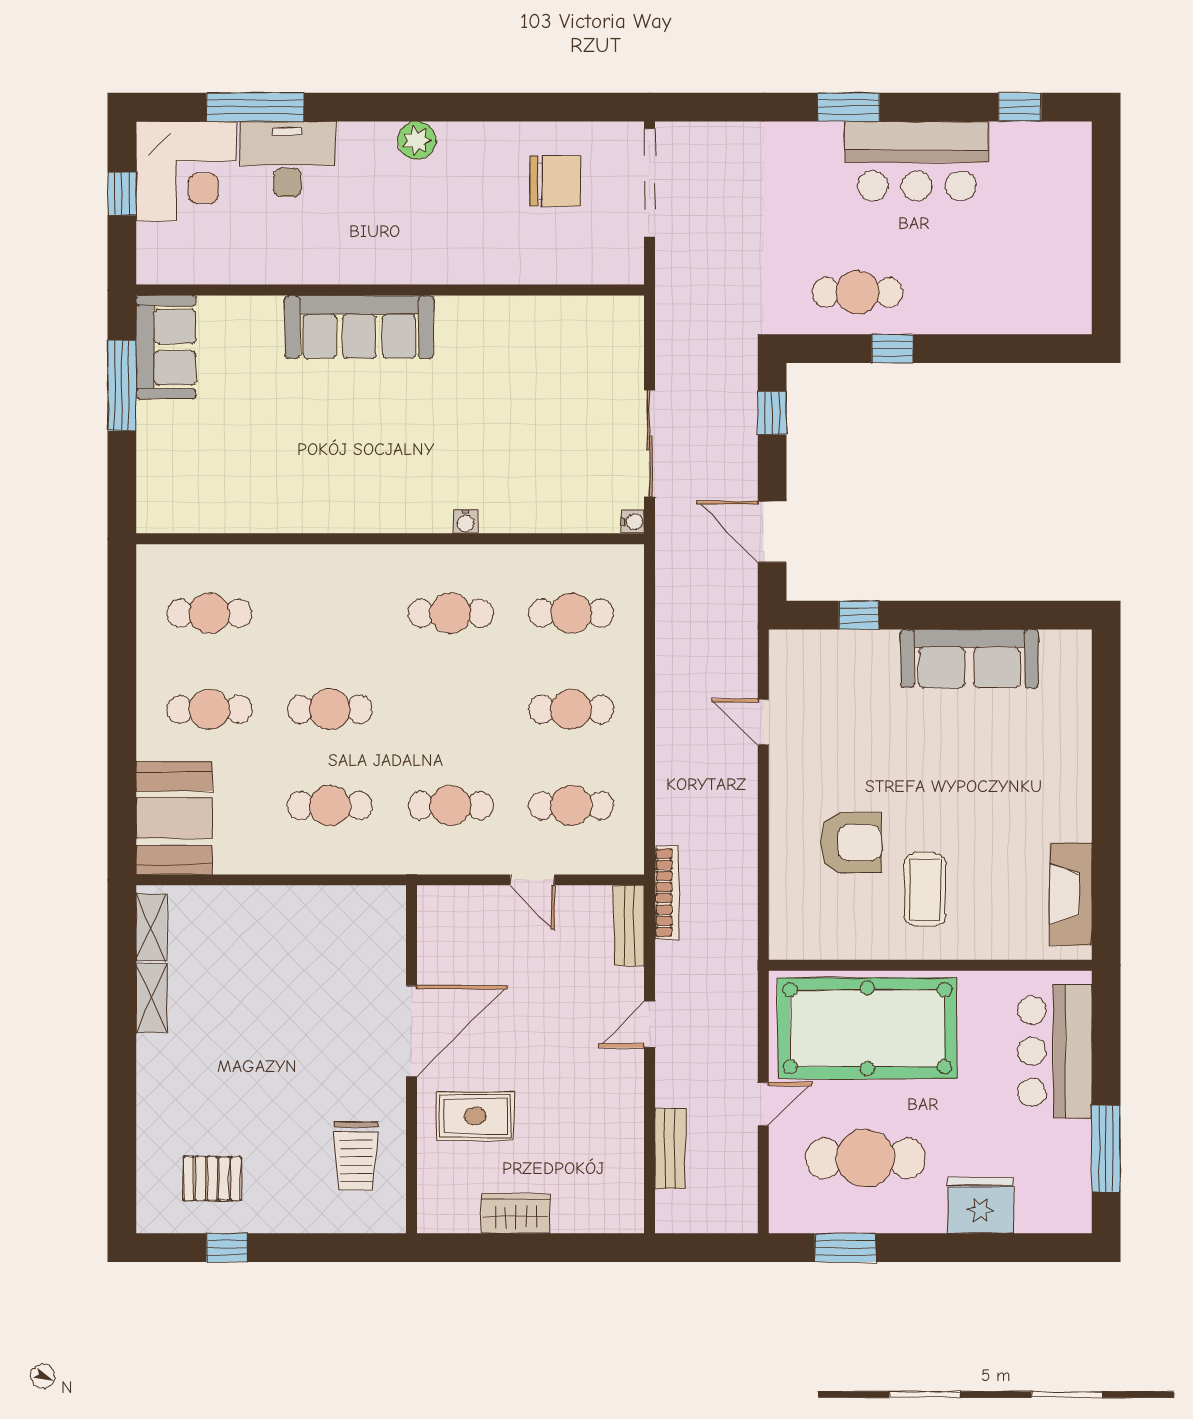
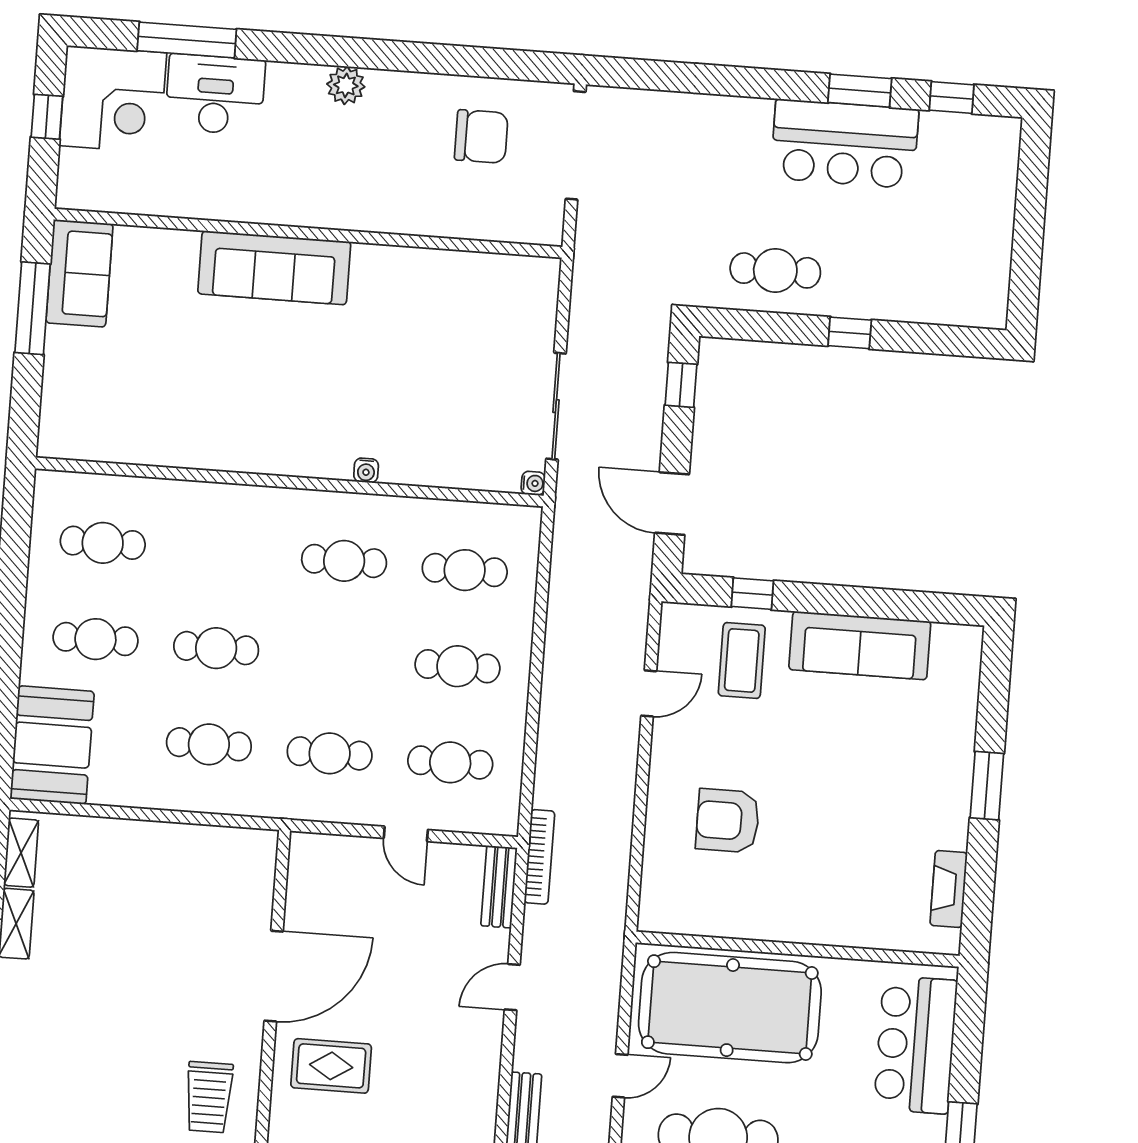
window: (849, 107) -> (860, 91), moved
window: (892, 349) -> (850, 333), moved
door: (763, 722) -> (649, 693), swing flipped
window: (1106, 788) -> (987, 786), added
armchair: (851, 843) -> (728, 821), turned 180
coffee table: (925, 890) -> (742, 660), moved
fireplace: (1071, 894) -> (949, 889), width x0.73, depth x0.76
pallet: (212, 1179) -> (63, 1109), removed

